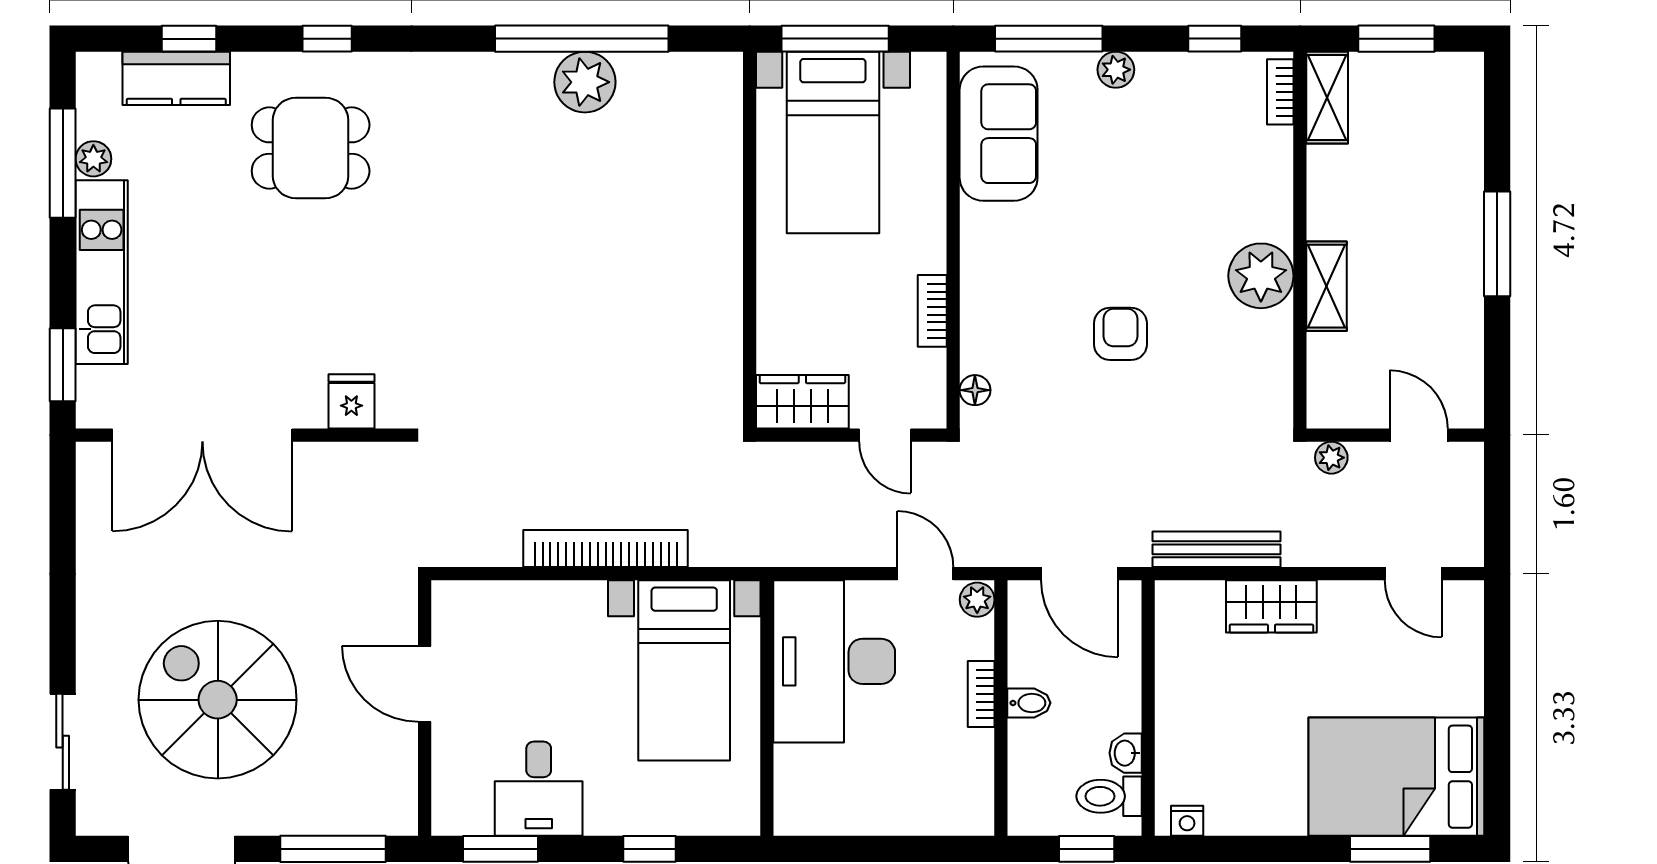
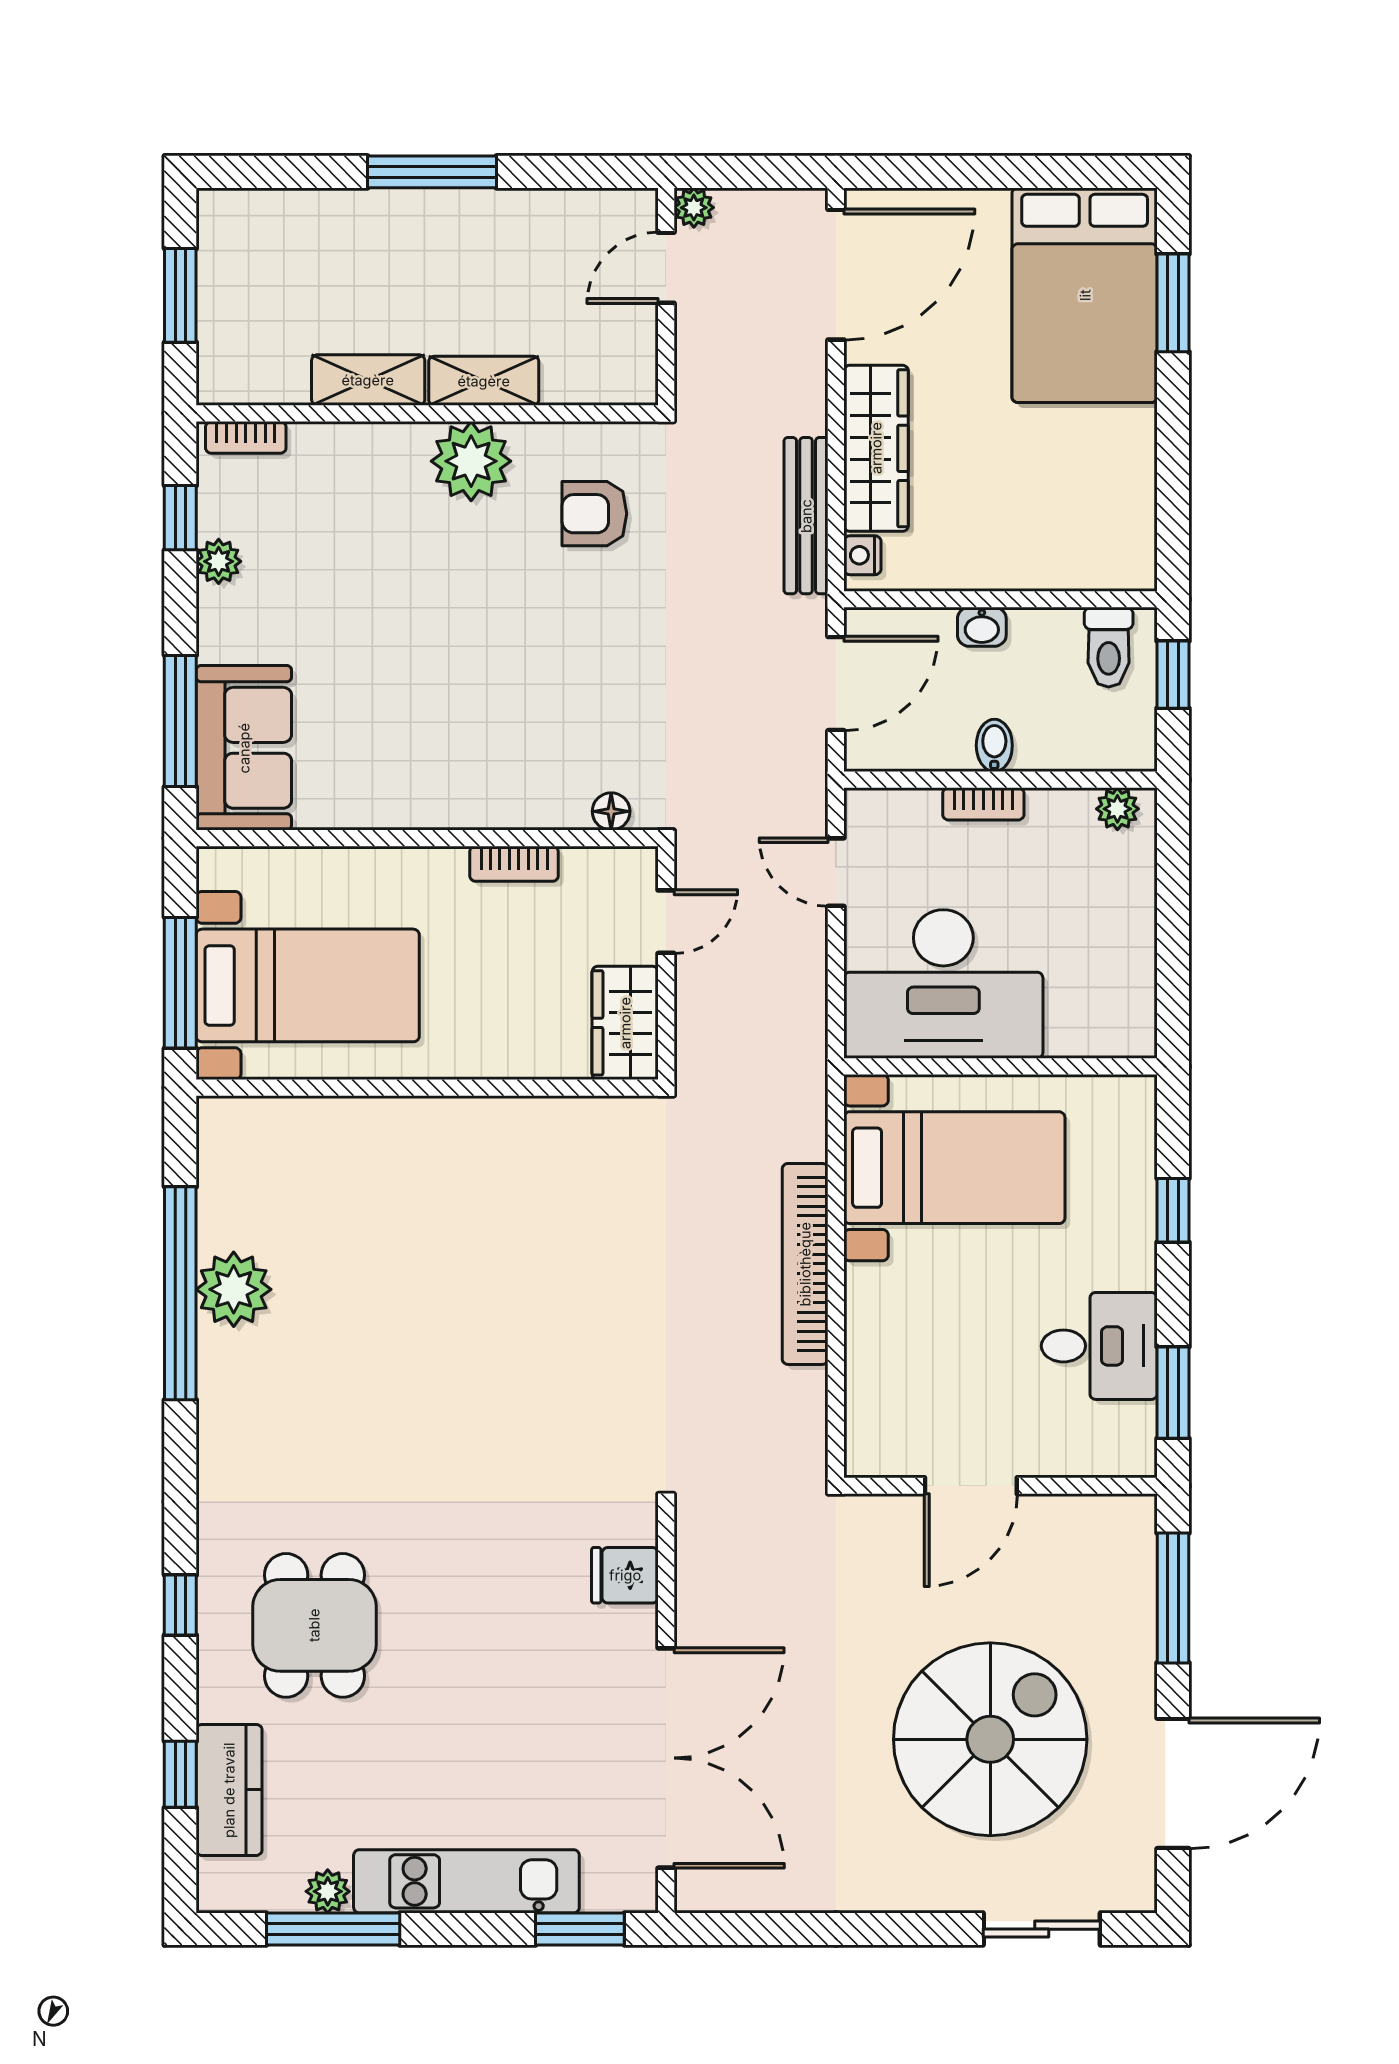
plant: (1116, 70) -> (219, 561), moved
shelving: (1327, 98) -> (368, 380), moved
sofa: (999, 134) -> (244, 748), moved, turned 90
armchair: (1120, 334) -> (594, 514), moved
plant: (1331, 458) -> (694, 208), moved
door: (925, 574) -> (836, 872), hinge flipped
door: (1413, 574) -> (836, 275), width x1.87
plant: (977, 600) -> (1117, 809), moved
wardrobe: (1271, 606) -> (876, 448), width x1.50
spiral stairs: (218, 700) -> (990, 1739), turned 180
washbasin: (1126, 753) -> (982, 627), moved
nightstand: (1187, 821) -> (862, 555), moved, turned 180

